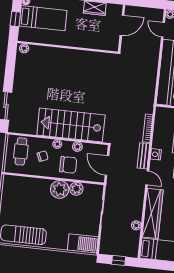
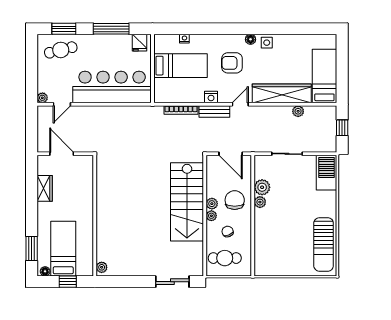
plant: (77, 147) -> (212, 204), moved
door: (107, 165) -> (231, 154), hinge flipped
plant: (60, 189) -> (260, 202), width x0.53, depth x0.53

